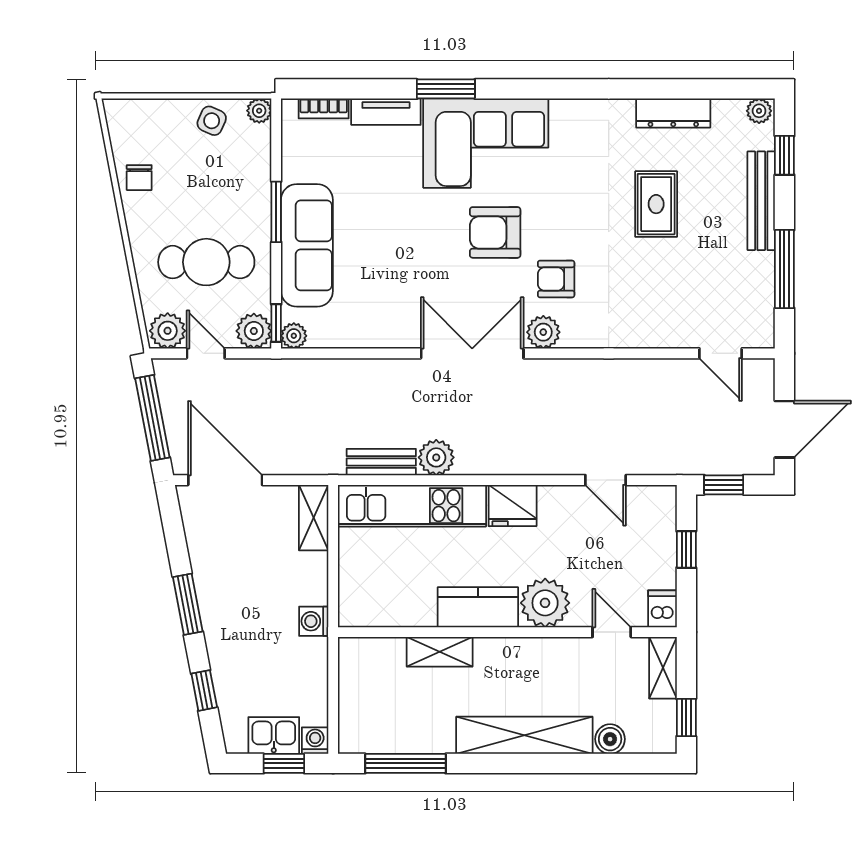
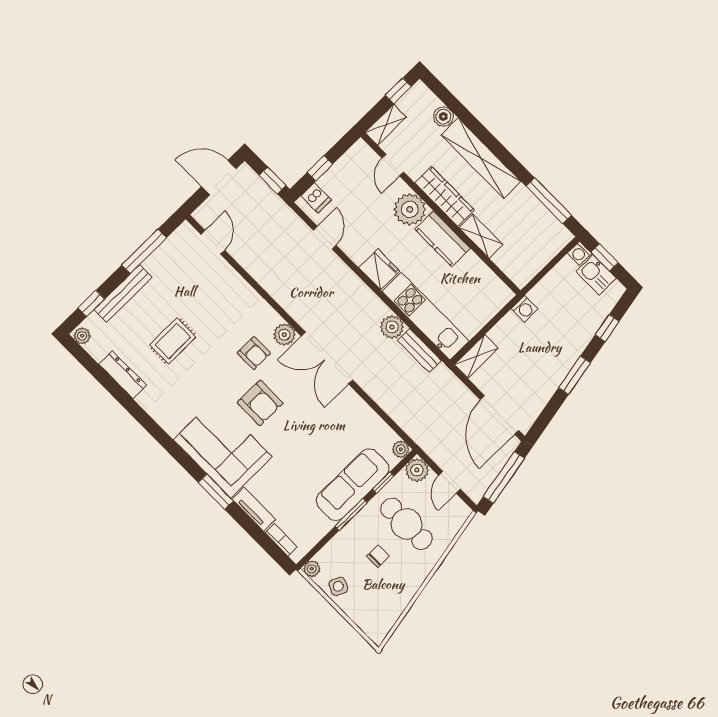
chair: (139, 178) -> (378, 556), moved
window: (276, 323) -> (383, 483), moved
plant: (168, 331) -> (456, 510), removed
dishwasher: (662, 609) -> (316, 198), moved, turned -90
wardrobe: (522, 655) -> (445, 196), added

